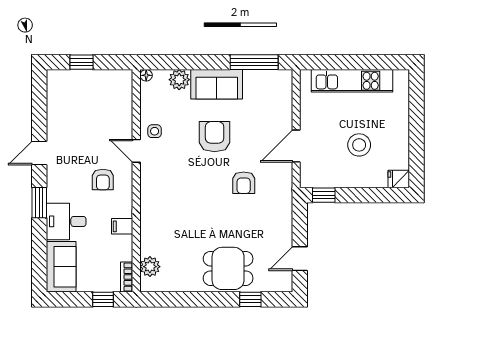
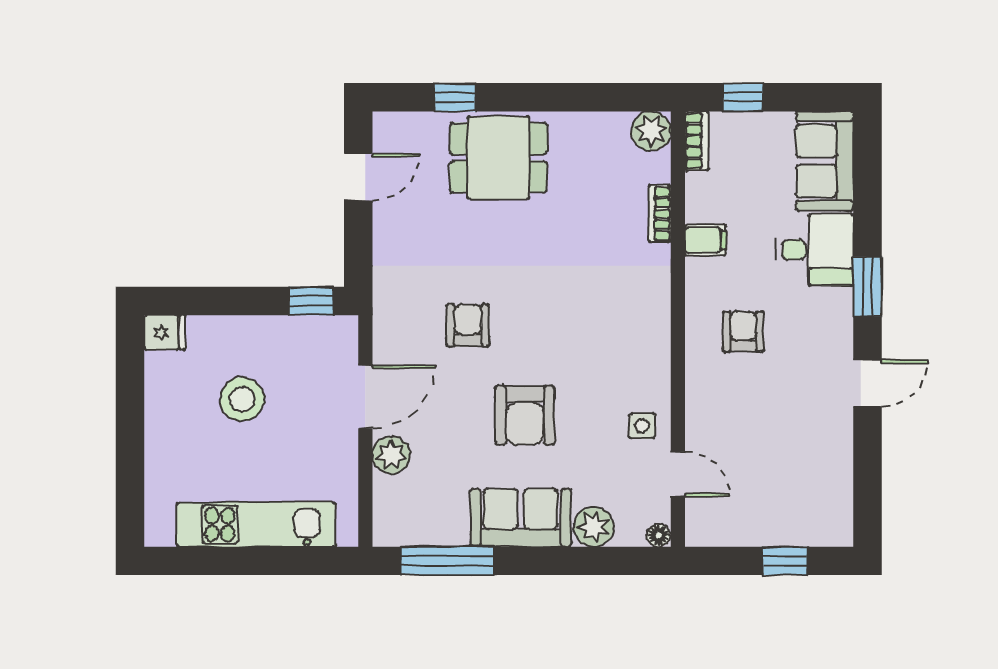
plant: (283, 116) -> (391, 455), added
door: (136, 151) -> (678, 474), moved
bookcase: (146, 240) -> (659, 214), added
plant: (150, 267) -> (651, 131), moved

